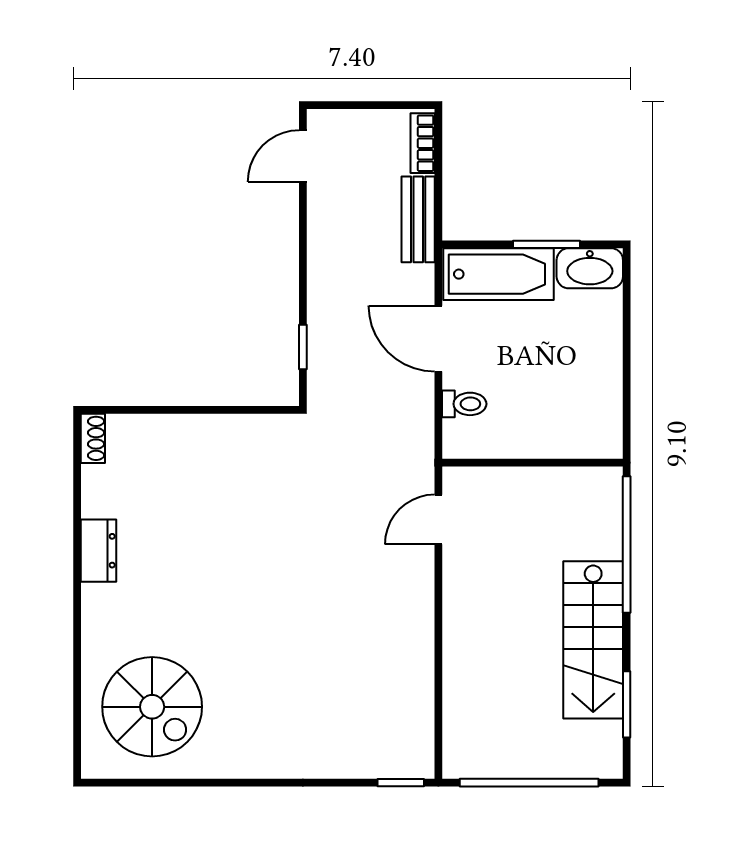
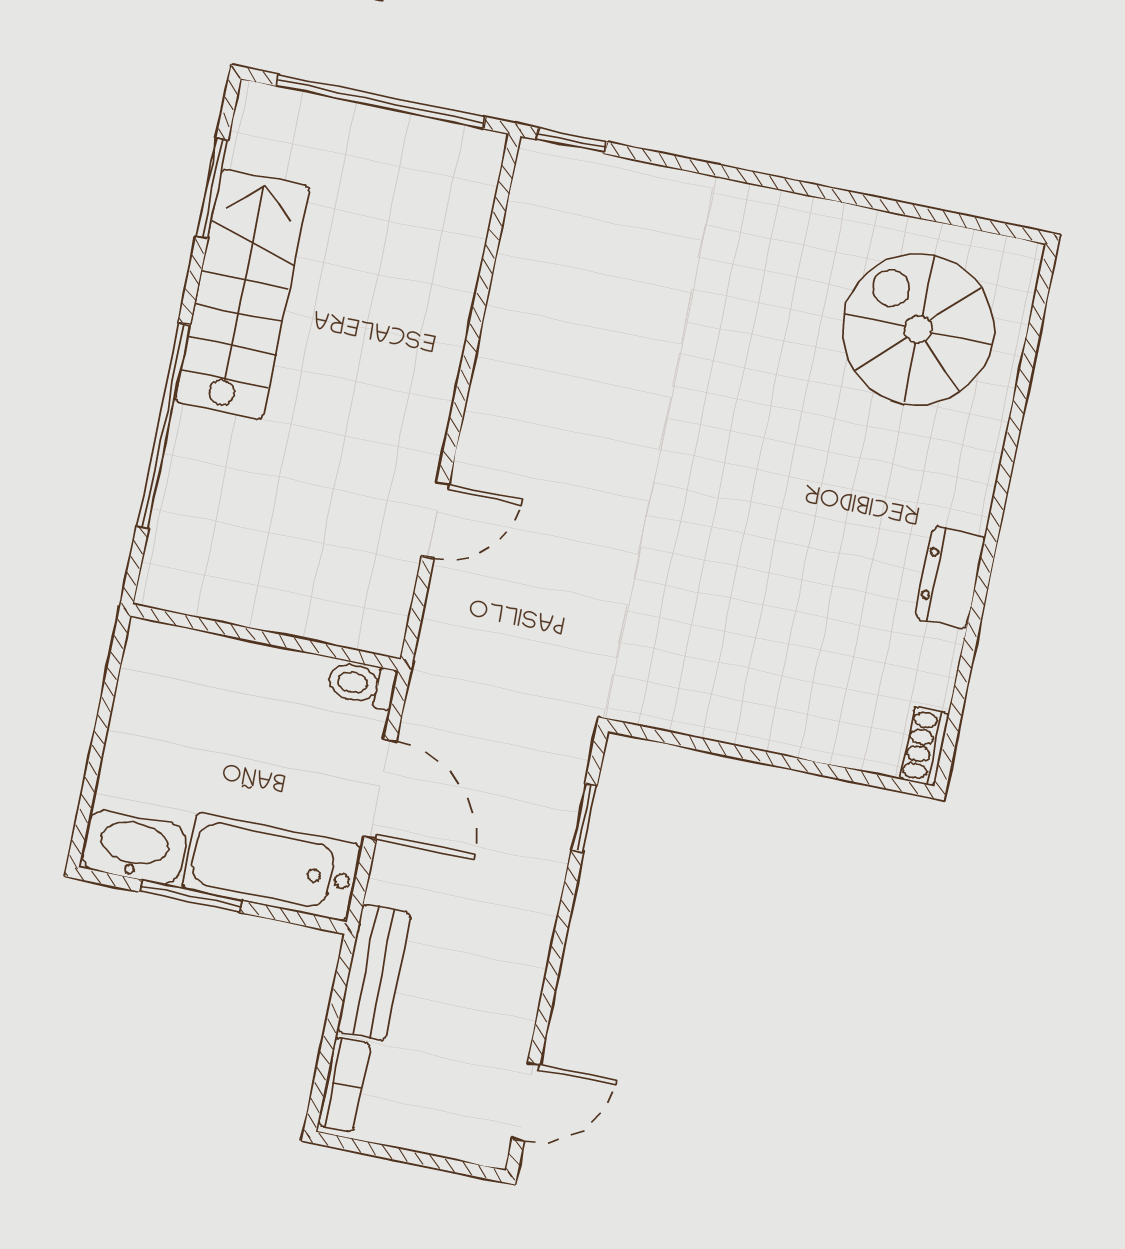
wall: (533, 463) -> (266, 638), moved

